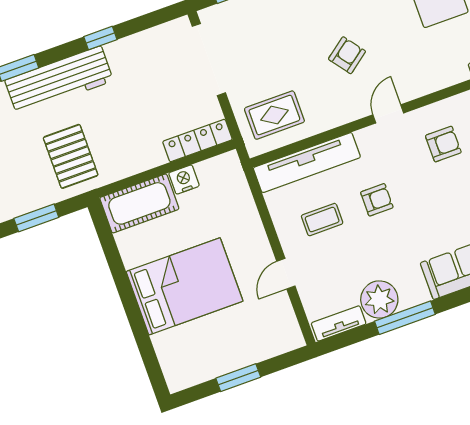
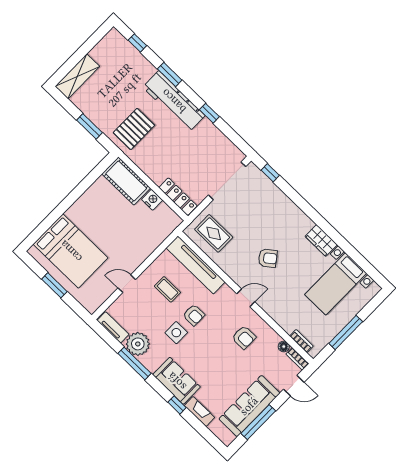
side table: (390, 237) -> (176, 333), added
bed: (185, 286) -> (71, 251), moved

